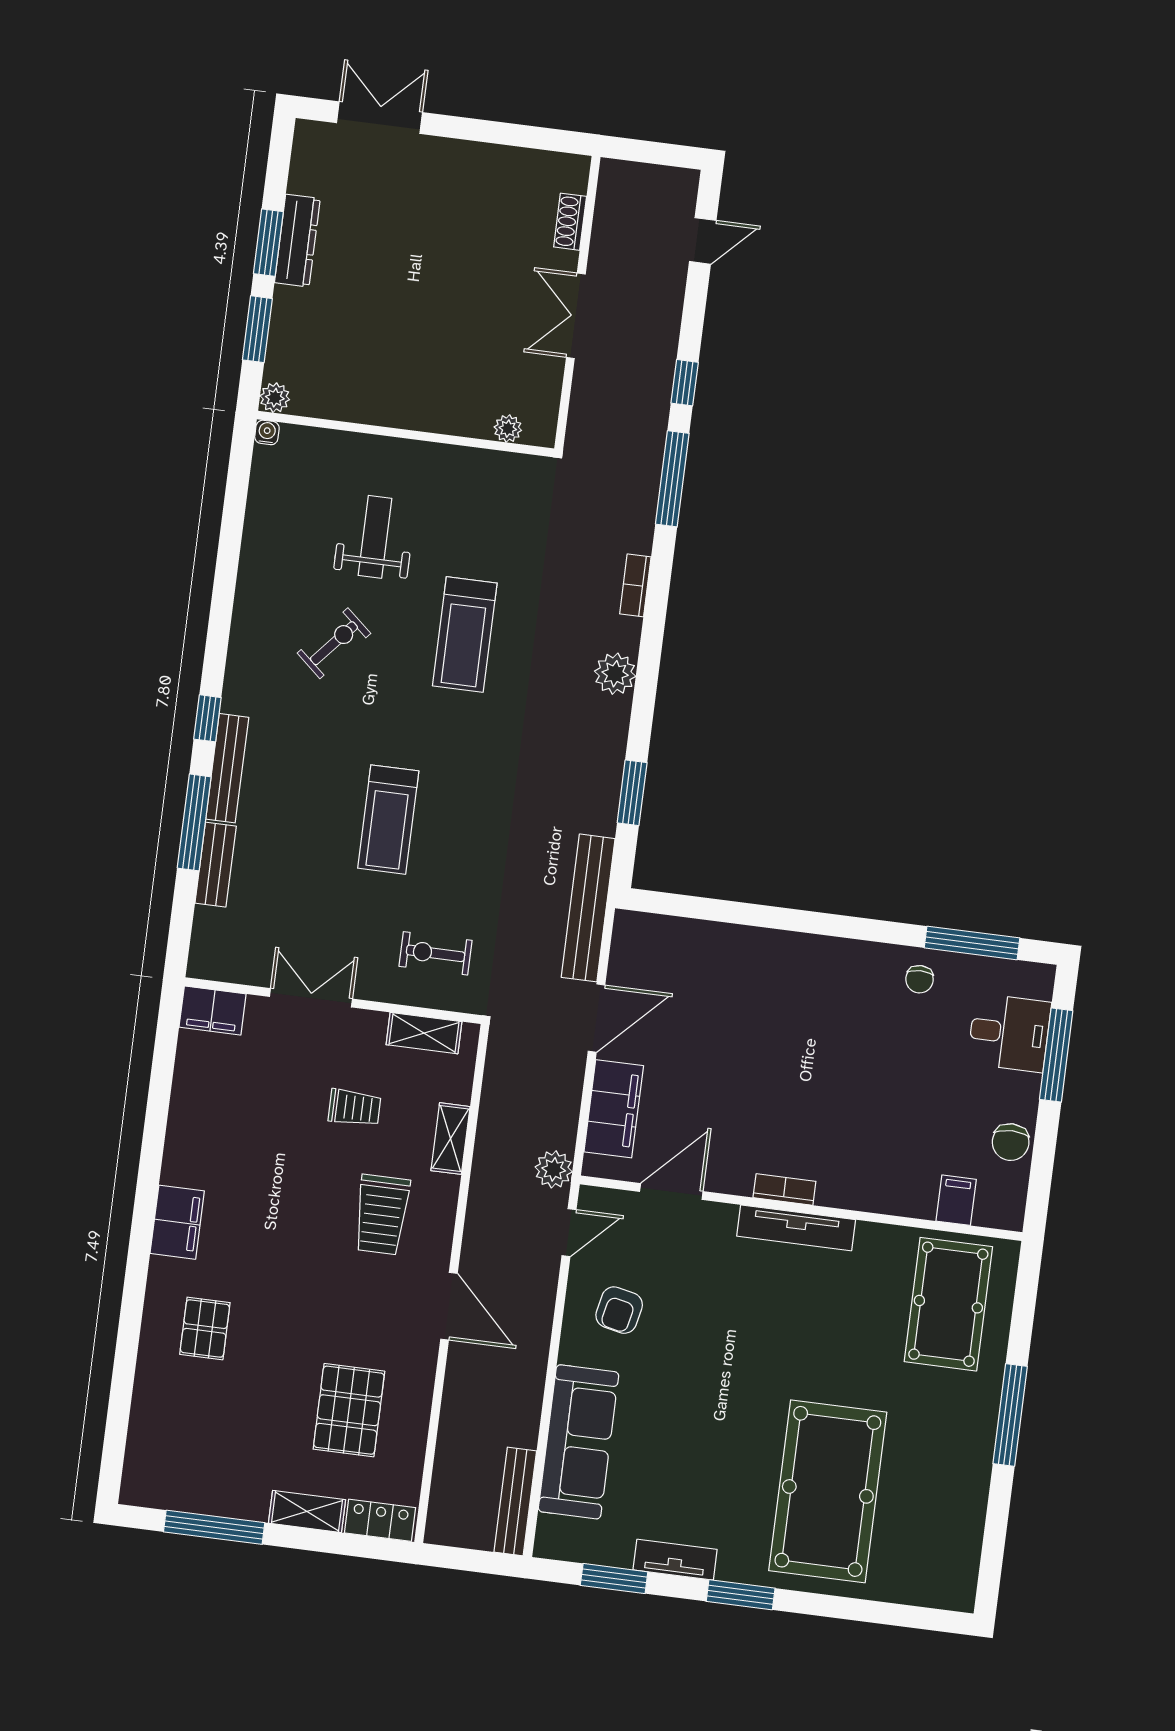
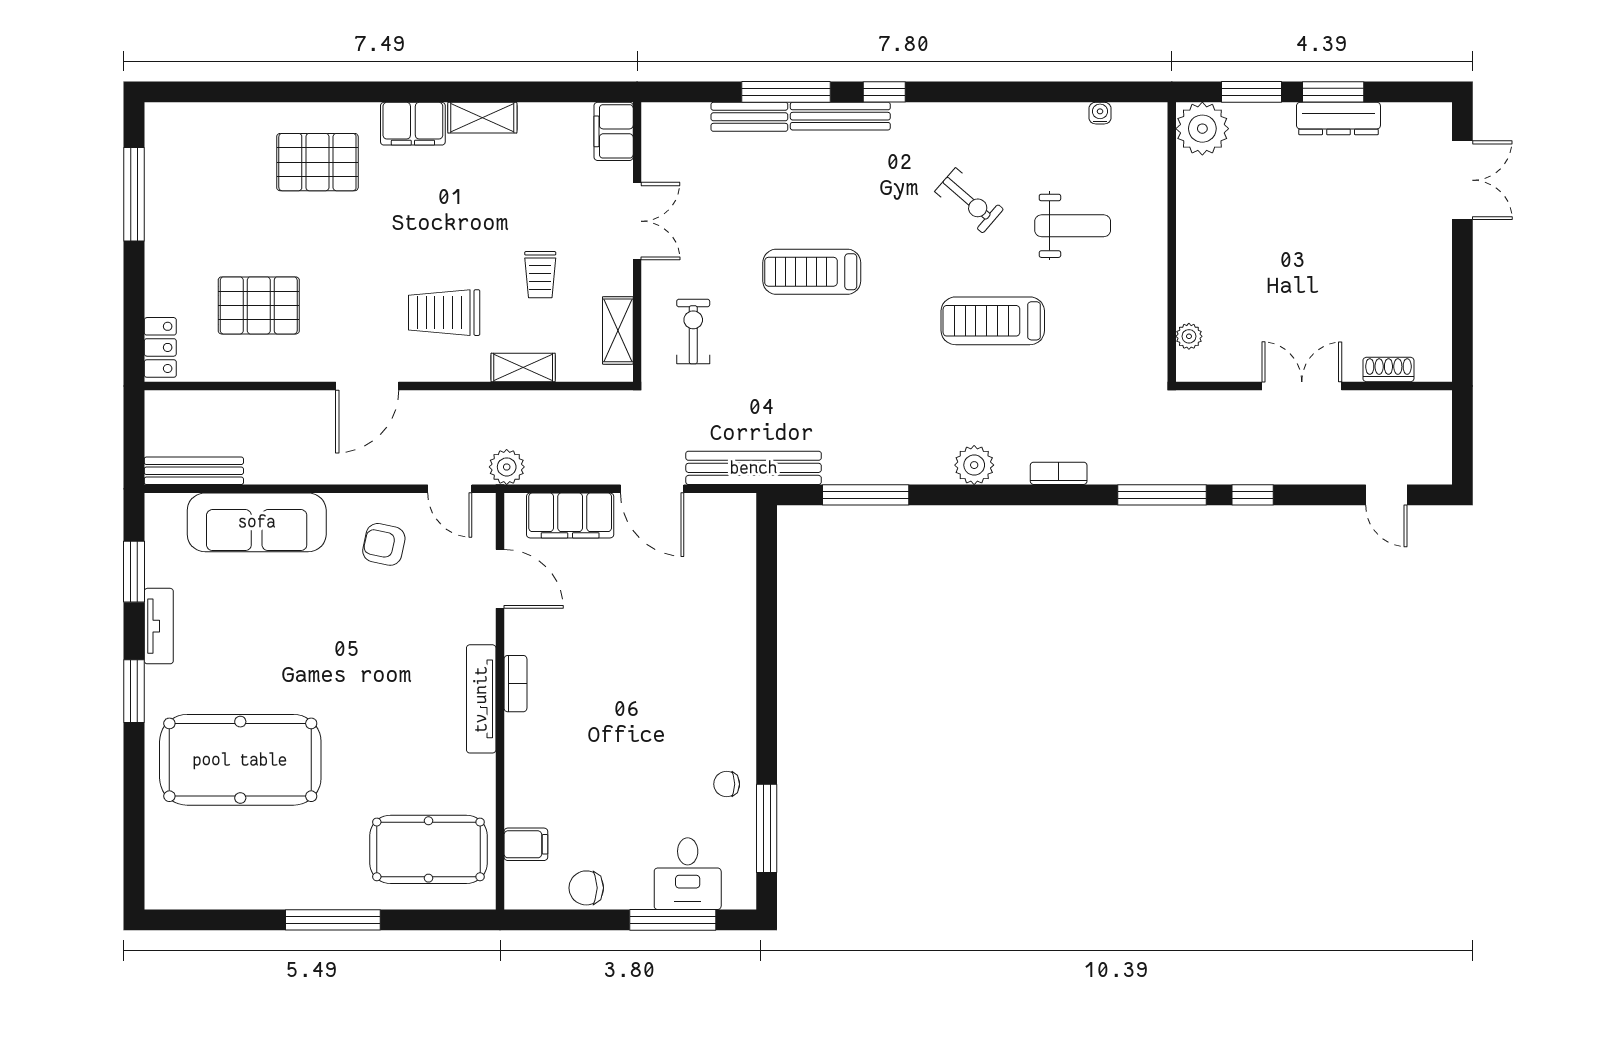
plant: (275, 398) -> (1202, 129), width x1.87, depth x1.87
water cooler: (267, 432) -> (1100, 113), moved, turned -90
window: (632, 793) -> (866, 495), width x1.44
pallet: (205, 1328) -> (317, 162), width x1.50, depth x1.42
shelving: (307, 1511) -> (482, 118), moved, turned 90

